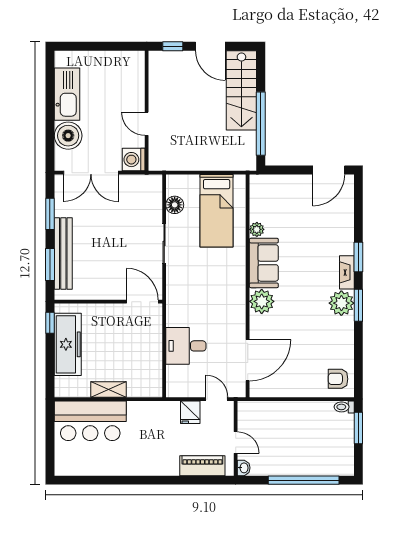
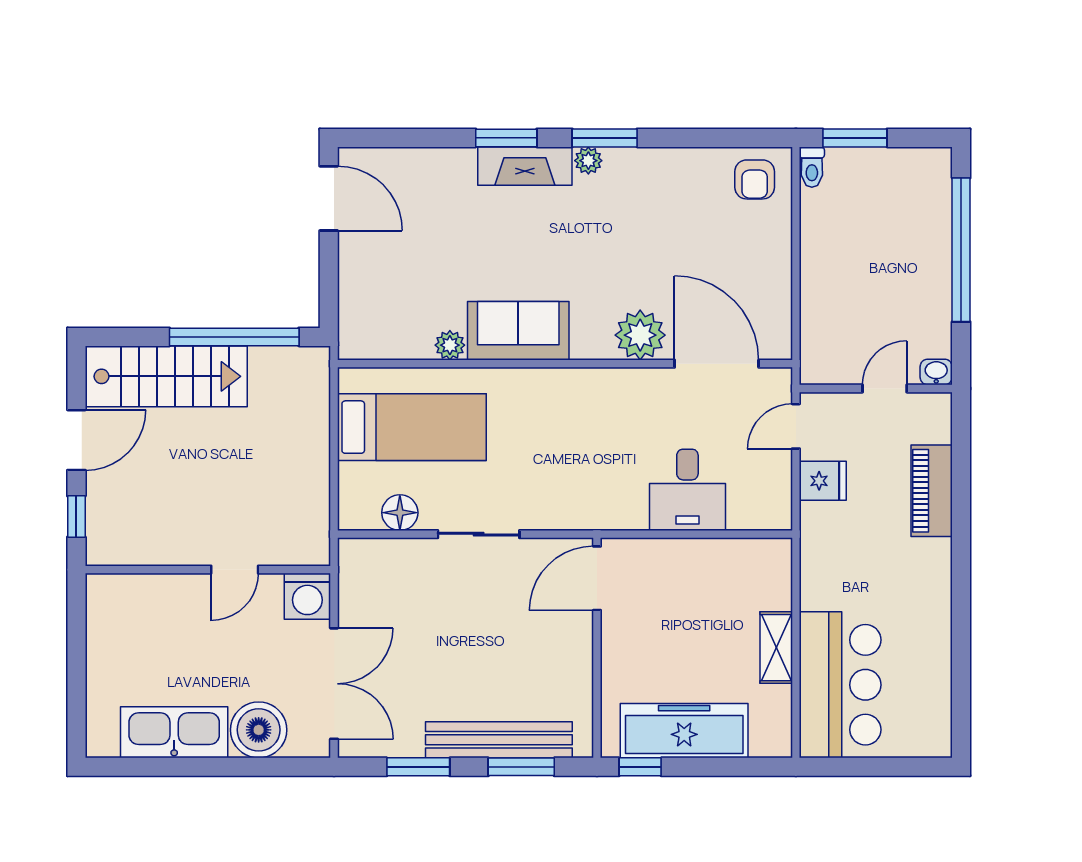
fireplace: (347, 272) -> (525, 166), width x1.37, depth x1.32
plant: (262, 301) -> (640, 335), moved
plant: (341, 303) -> (588, 161), width x0.53, depth x0.53
piano: (202, 466) -> (932, 491), moved

